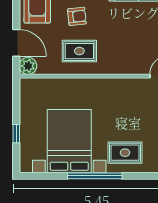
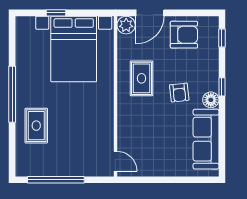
armchair: (77, 16) -> (179, 93), moved
bed with nightstands: (69, 141) -> (74, 49), moved, turned 90

